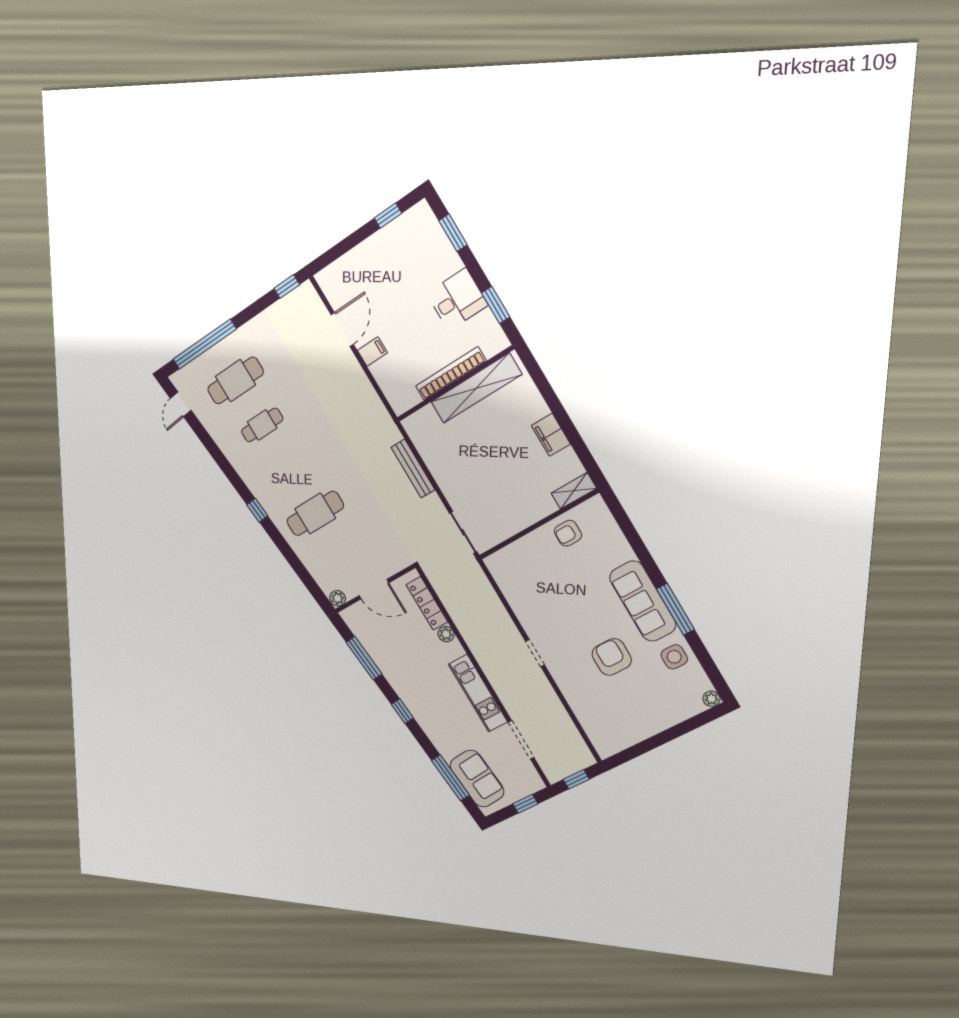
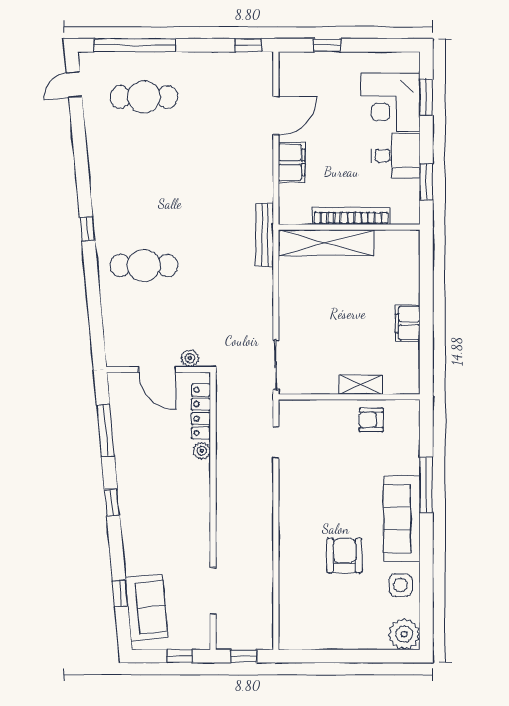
window: (388, 216) -> (327, 45), moved
corner desk: (426, 257) -> (391, 102), added
filing cabinet: (372, 352) -> (292, 162), width x2.00
shelving: (476, 388) -> (326, 243), moved
cafe table: (262, 425) -> (144, 153), removed
bench: (413, 469) -> (265, 235), moved
shelving: (574, 491) -> (361, 385), moved
plant: (338, 598) -> (190, 358), moved
window: (675, 609) -> (426, 485), moved
doorway: (535, 653) -> (276, 442), moved
kitchen unit: (478, 693) -> (198, 524), removed
plant: (712, 699) -> (404, 634), width x1.88, depth x1.88
window: (450, 778) -> (120, 594), width x0.46

